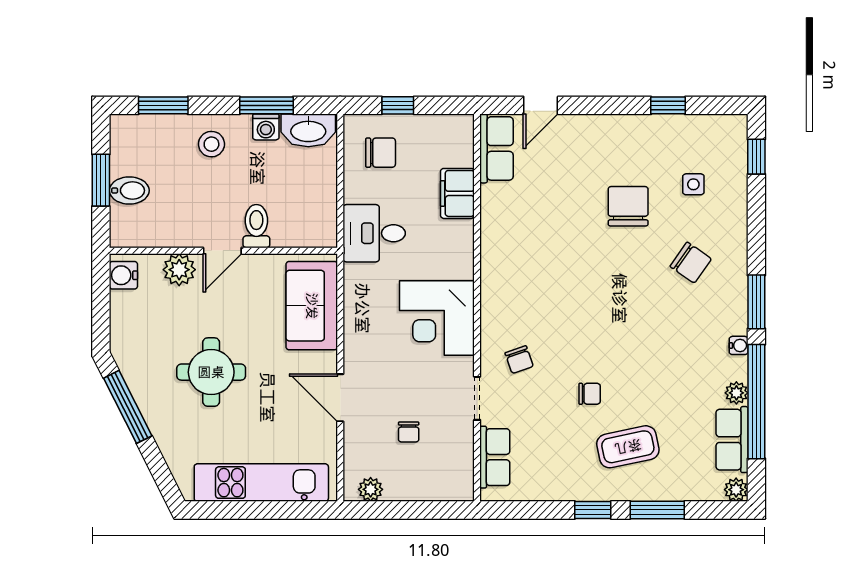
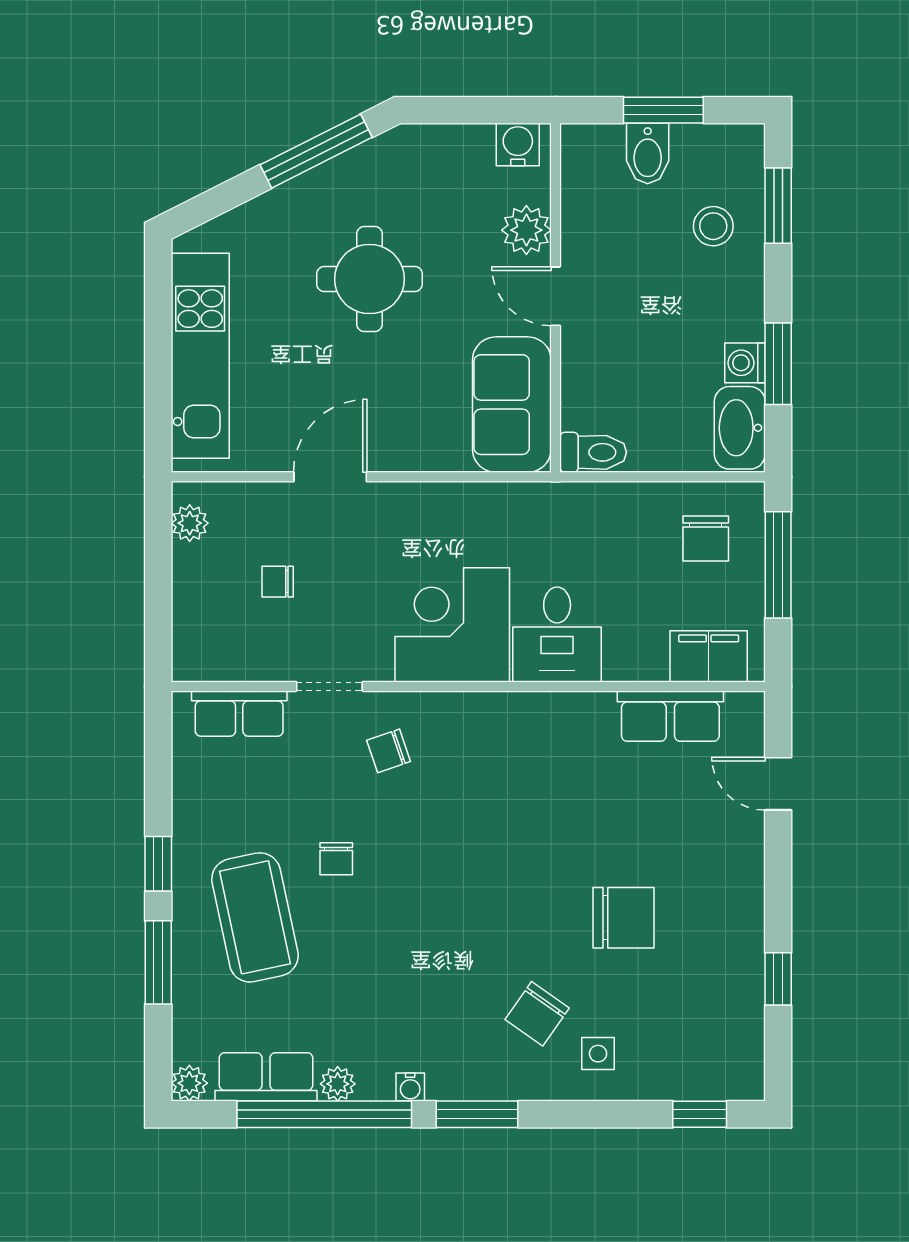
window: (398, 105) -> (778, 565), width x2.17
stool: (211, 144) -> (713, 226), moved
row of seats: (496, 148) -> (670, 716), moved
side table: (693, 184) -> (598, 1054), moved
filing cabinet: (457, 193) -> (709, 656), moved
toilet: (256, 226) -> (593, 452), moved
desk: (374, 233) -> (557, 635), moved, turned 180
sofa: (312, 306) -> (512, 405), moved, turned -90
coffee table: (628, 447) -> (255, 917), width x1.36, depth x1.32

